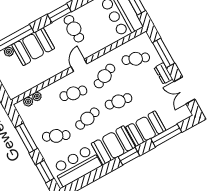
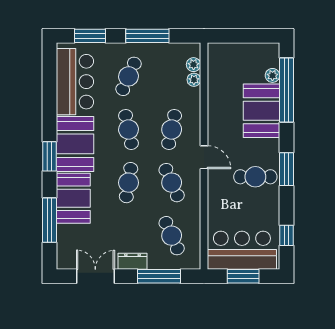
cafe table: (136, 59) -> (172, 236), turned -45

